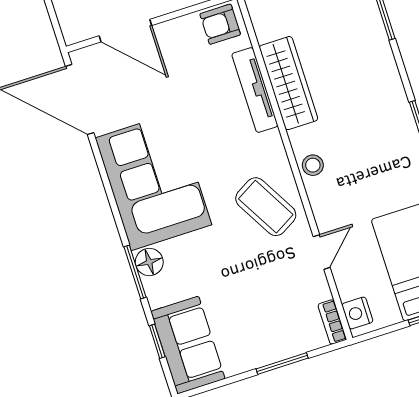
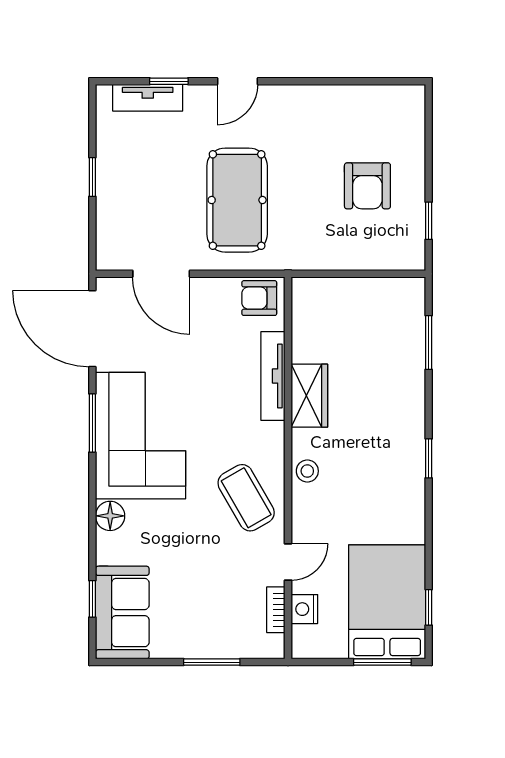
wardrobe: (288, 83) -> (309, 396), width x0.67
window: (135, 272) -> (92, 423), moved
nightstand: (357, 313) -> (304, 609), moved
bookcase: (332, 322) -> (276, 610), moved

